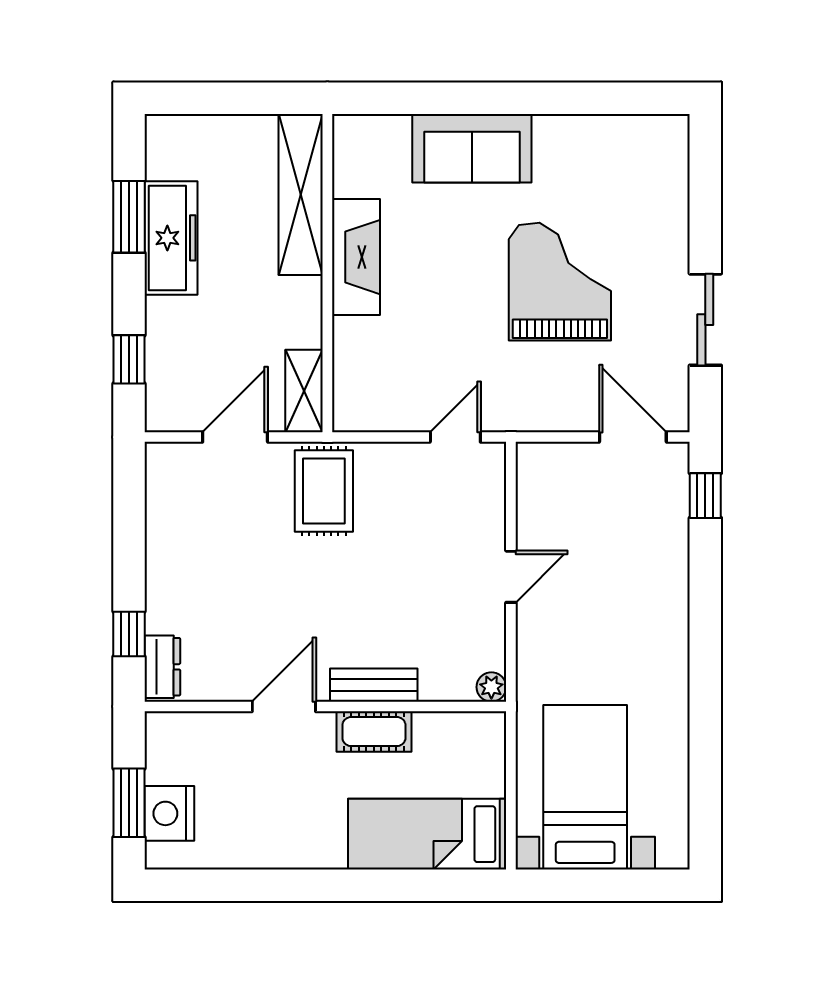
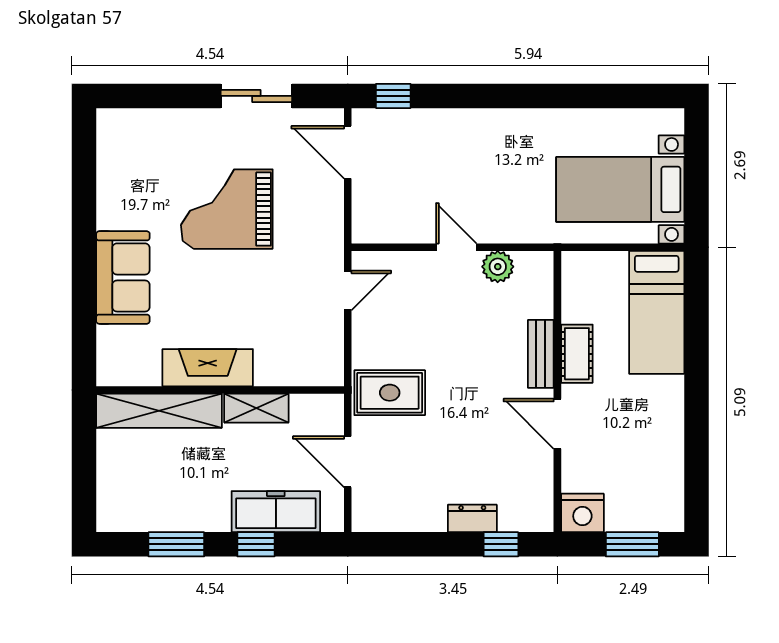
freezer: (171, 238) -> (276, 512), moved
window: (129, 359) -> (256, 544), moved
shelving: (304, 391) -> (256, 408), moved
door: (455, 437) -> (348, 290), swing flipped
door: (633, 437) -> (348, 152), hinge flipped
dresser: (162, 667) -> (472, 518), moved
plant: (491, 687) -> (498, 267), moved, width x1.38, depth x1.38
nightstand: (169, 813) -> (582, 513), moved

